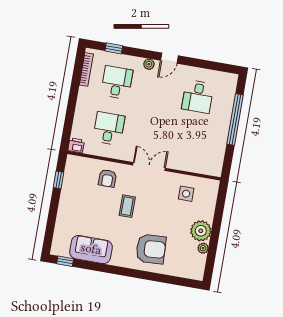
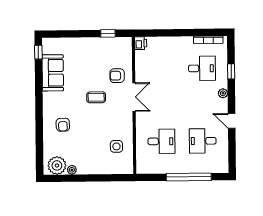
window: (114, 48) -> (231, 71), moved
door: (169, 58) -> (232, 121), moved
desk: (109, 128) -> (161, 141), moved
double door: (149, 167) -> (134, 97), moved
plant: (201, 231) -> (57, 165), moved
armchair: (151, 249) -> (63, 125), width x0.53, depth x0.53

